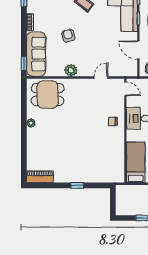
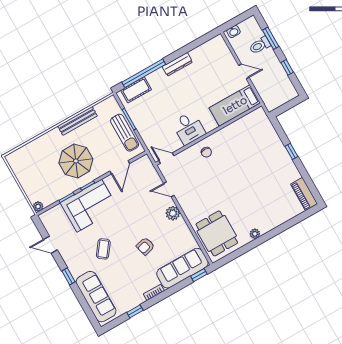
plant: (71, 70) -> (173, 213), moved
door: (125, 89) -> (166, 158), hinge flipped

